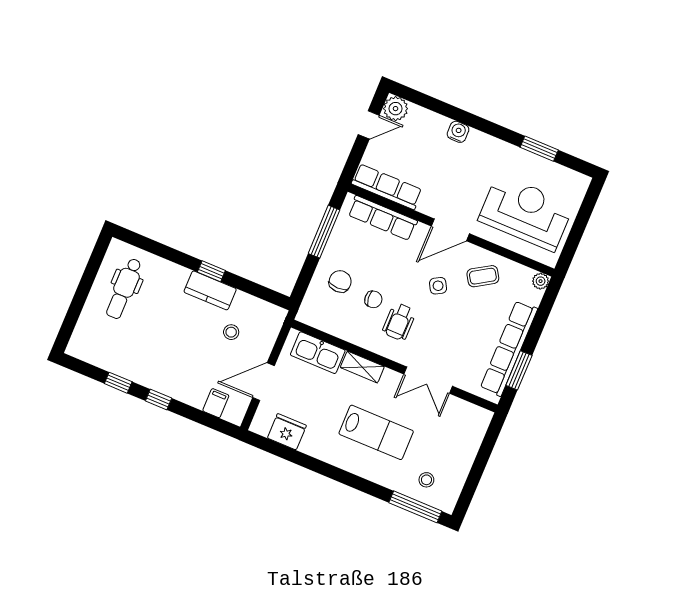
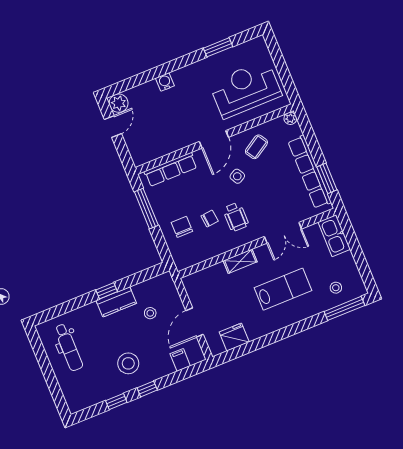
row of seats: (387, 187) -> (156, 150), removed
kitchen sink: (318, 353) -> (334, 236), moved, turned 90
stool: (165, 358) -> (128, 363), added

